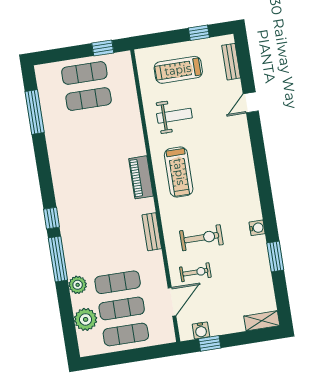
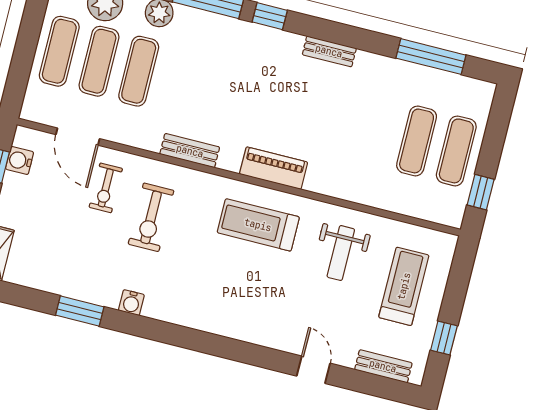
bench: (57, 174) -> (329, 51), added

